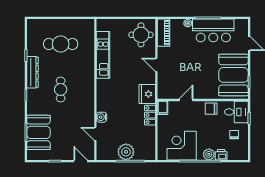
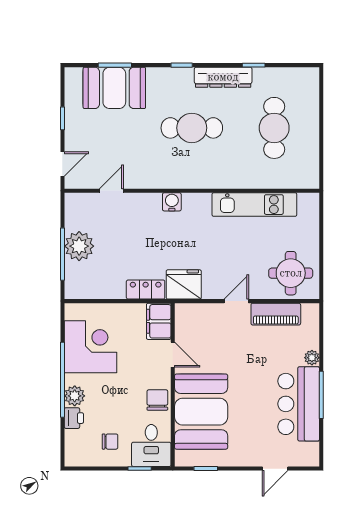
piano: (164, 33) -> (276, 314), moved
booth: (233, 75) -> (201, 412), moved, turned 90
cafe table: (61, 89) -> (192, 128), width x1.37, depth x1.35
filing cabinet: (163, 108) -> (159, 321), width x2.00
water cooler: (102, 117) -> (172, 202), moved

